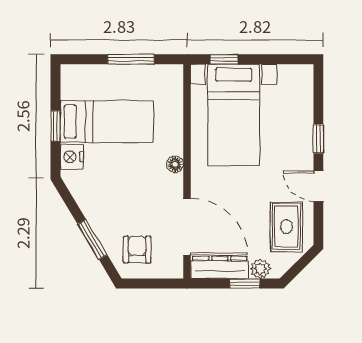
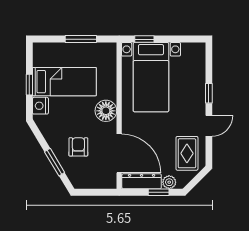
floor lamp: (175, 164) -> (106, 111), width x1.89, depth x1.89
door: (318, 186) -> (209, 126), swing flipped
armchair: (137, 250) -> (78, 147), moved

